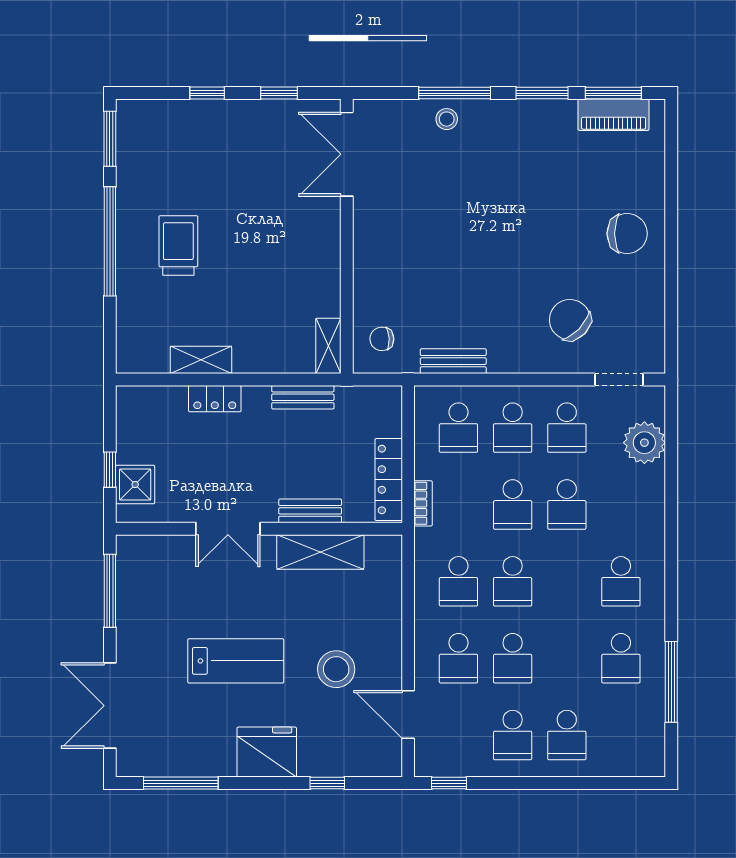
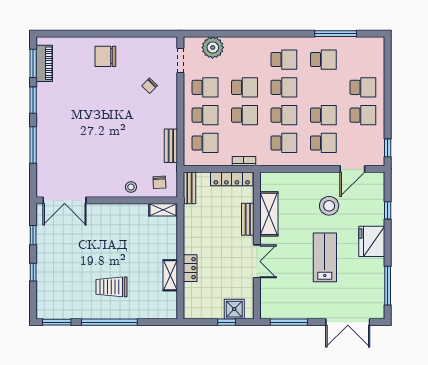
stool: (447, 119) -> (131, 187), moved
chair: (627, 234) -> (105, 56), turned -90
chair: (570, 320) -> (150, 86), width x0.54, depth x0.54
bench: (303, 397) -> (189, 188), moved
school desk: (567, 581) -> (284, 87), added

